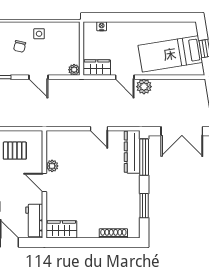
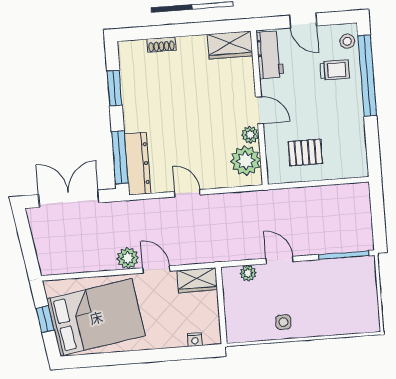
chair: (20, 46) -> (310, 302), removed
bed: (170, 54) -> (96, 317), width x1.50
plant: (74, 70) -> (248, 273), moved
plant: (57, 148) -> (246, 161), added
shoe rack: (113, 233) -> (161, 45), width x0.70

